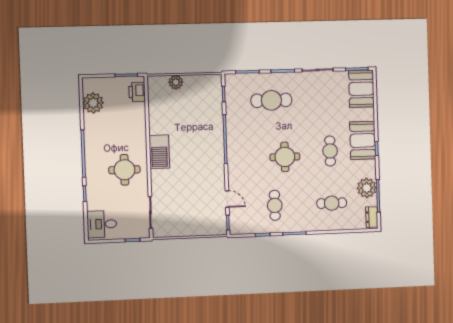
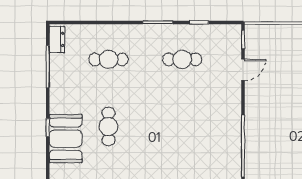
round table: (285, 157) -> (167, 121), removed
plant: (367, 188) -> (62, 77), removed
door: (227, 199) -> (243, 70), swing flipped
cafe table: (275, 205) -> (182, 59), turned 90

